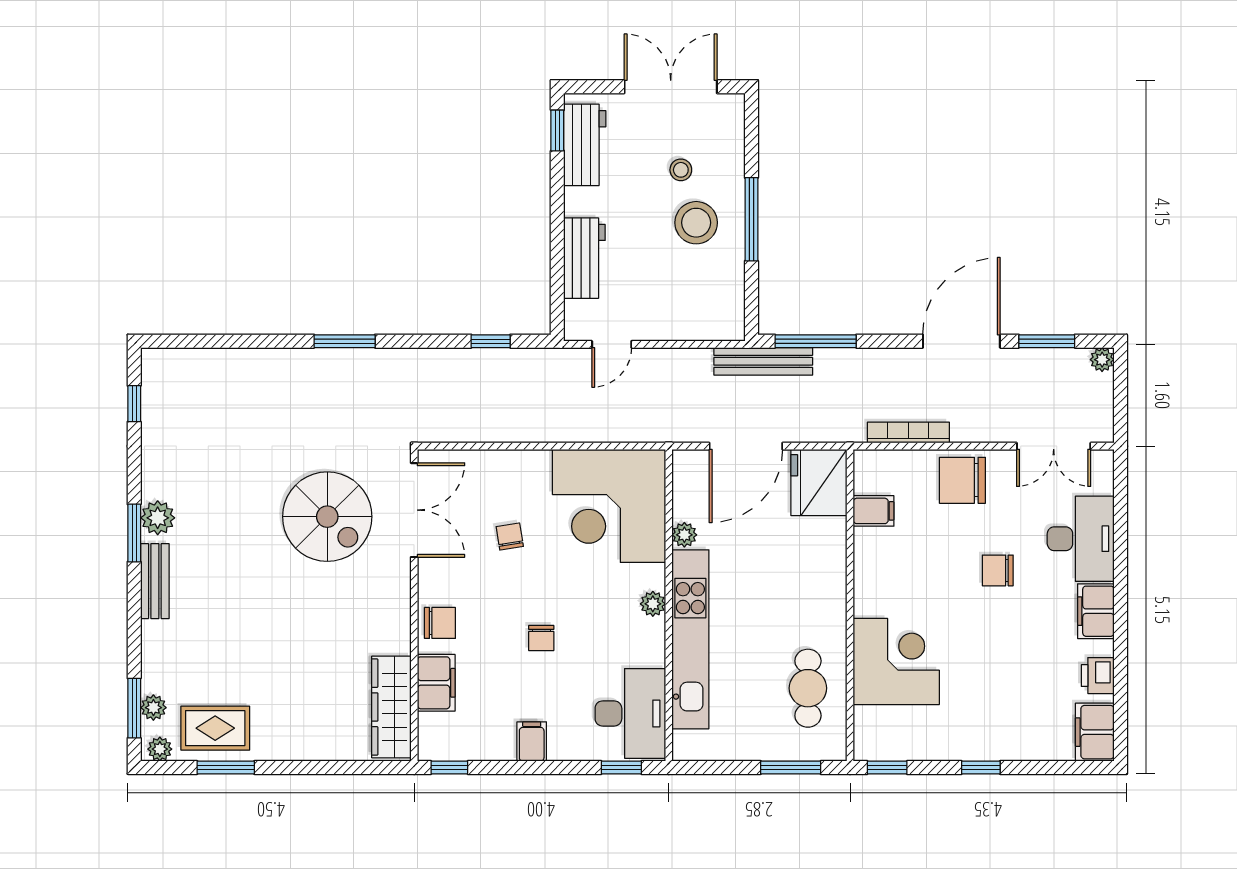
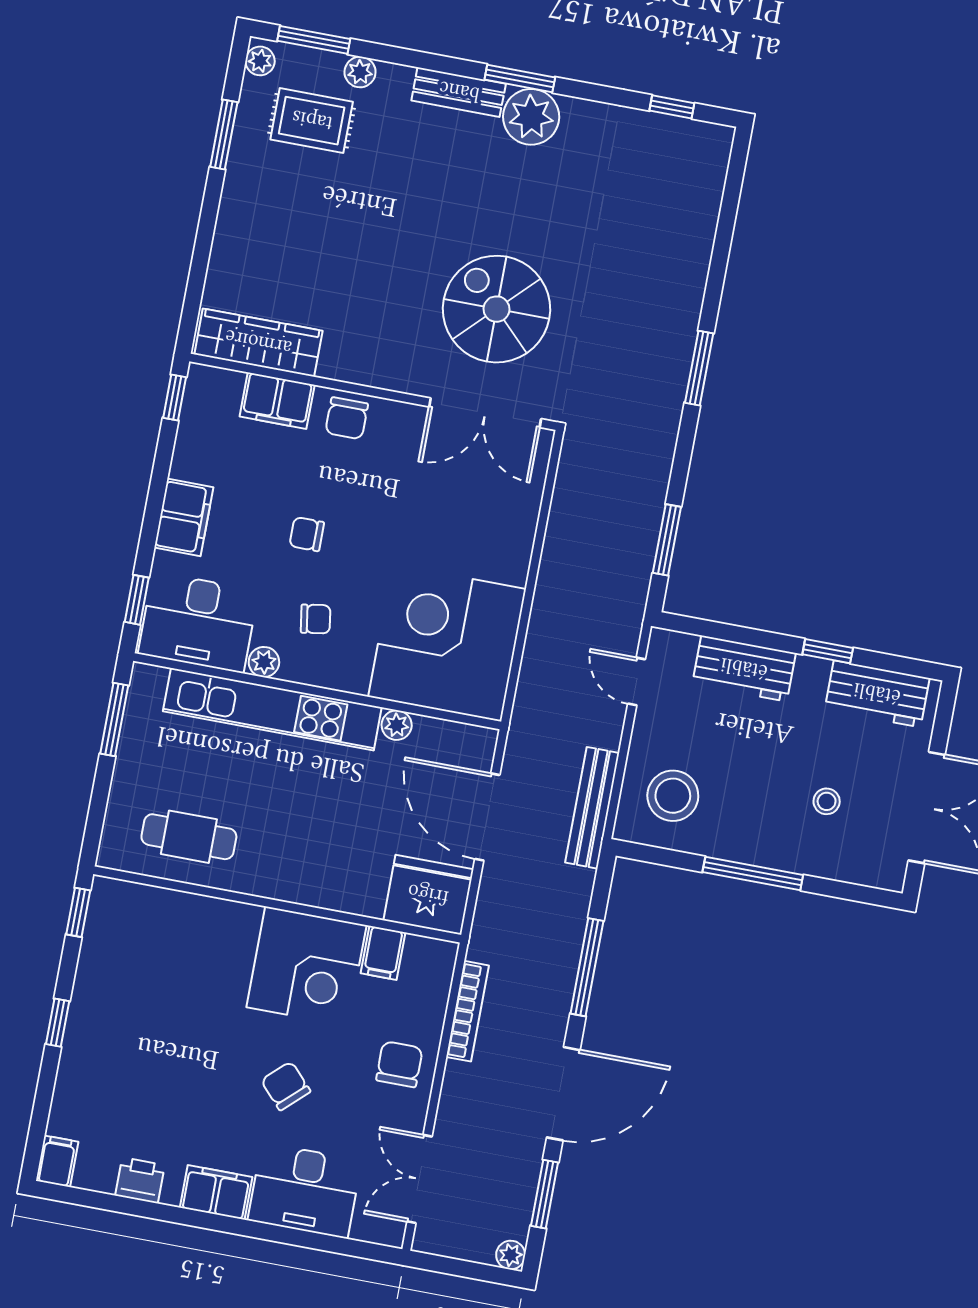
window: (557, 130) -> (828, 651), moved
stool: (696, 223) -> (673, 796), moved
window: (491, 341) -> (667, 540), width x1.50
window: (816, 341) -> (587, 967), moved
door: (961, 341) -> (563, 1094), hinge flipped
bench: (763, 361) -> (592, 808), moved
chair: (962, 480) -> (399, 1064), width x0.73, depth x0.73
spiral stairs: (327, 517) -> (496, 309), turned 90
plant: (158, 518) -> (531, 117), width x1.36, depth x1.36
chair: (510, 537) -> (316, 619), moved
chair: (998, 570) -> (286, 1086), turned -43
plant: (653, 604) -> (264, 662), moved
corner desk: (896, 662) -> (306, 966), moved
plant: (153, 708) -> (360, 72), moved
rug: (215, 728) -> (312, 121), moved, turned 90
filing cabinet: (1095, 732) -> (57, 1161), width x0.50
filing cabinet: (532, 741) -> (184, 517), width x2.00
window: (791, 767) -> (114, 720), moved

